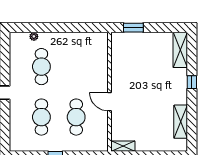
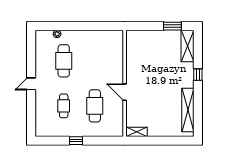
window: (133, 28) -> (172, 26), moved
cafe table: (41, 117) -> (64, 106), width x0.73, depth x0.74
shelving: (181, 122) -> (188, 110), width x1.47

